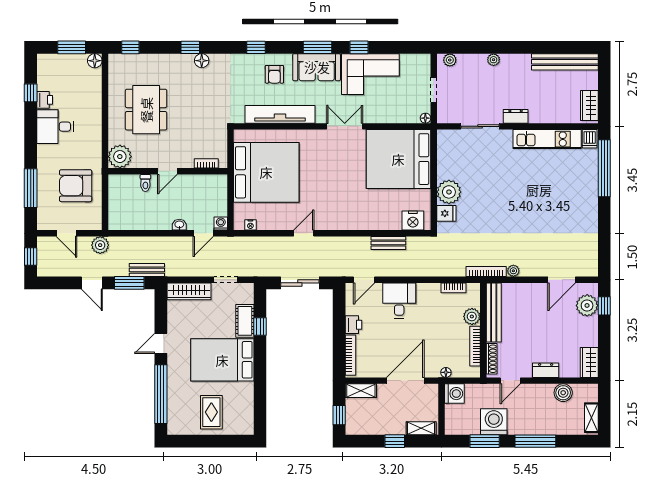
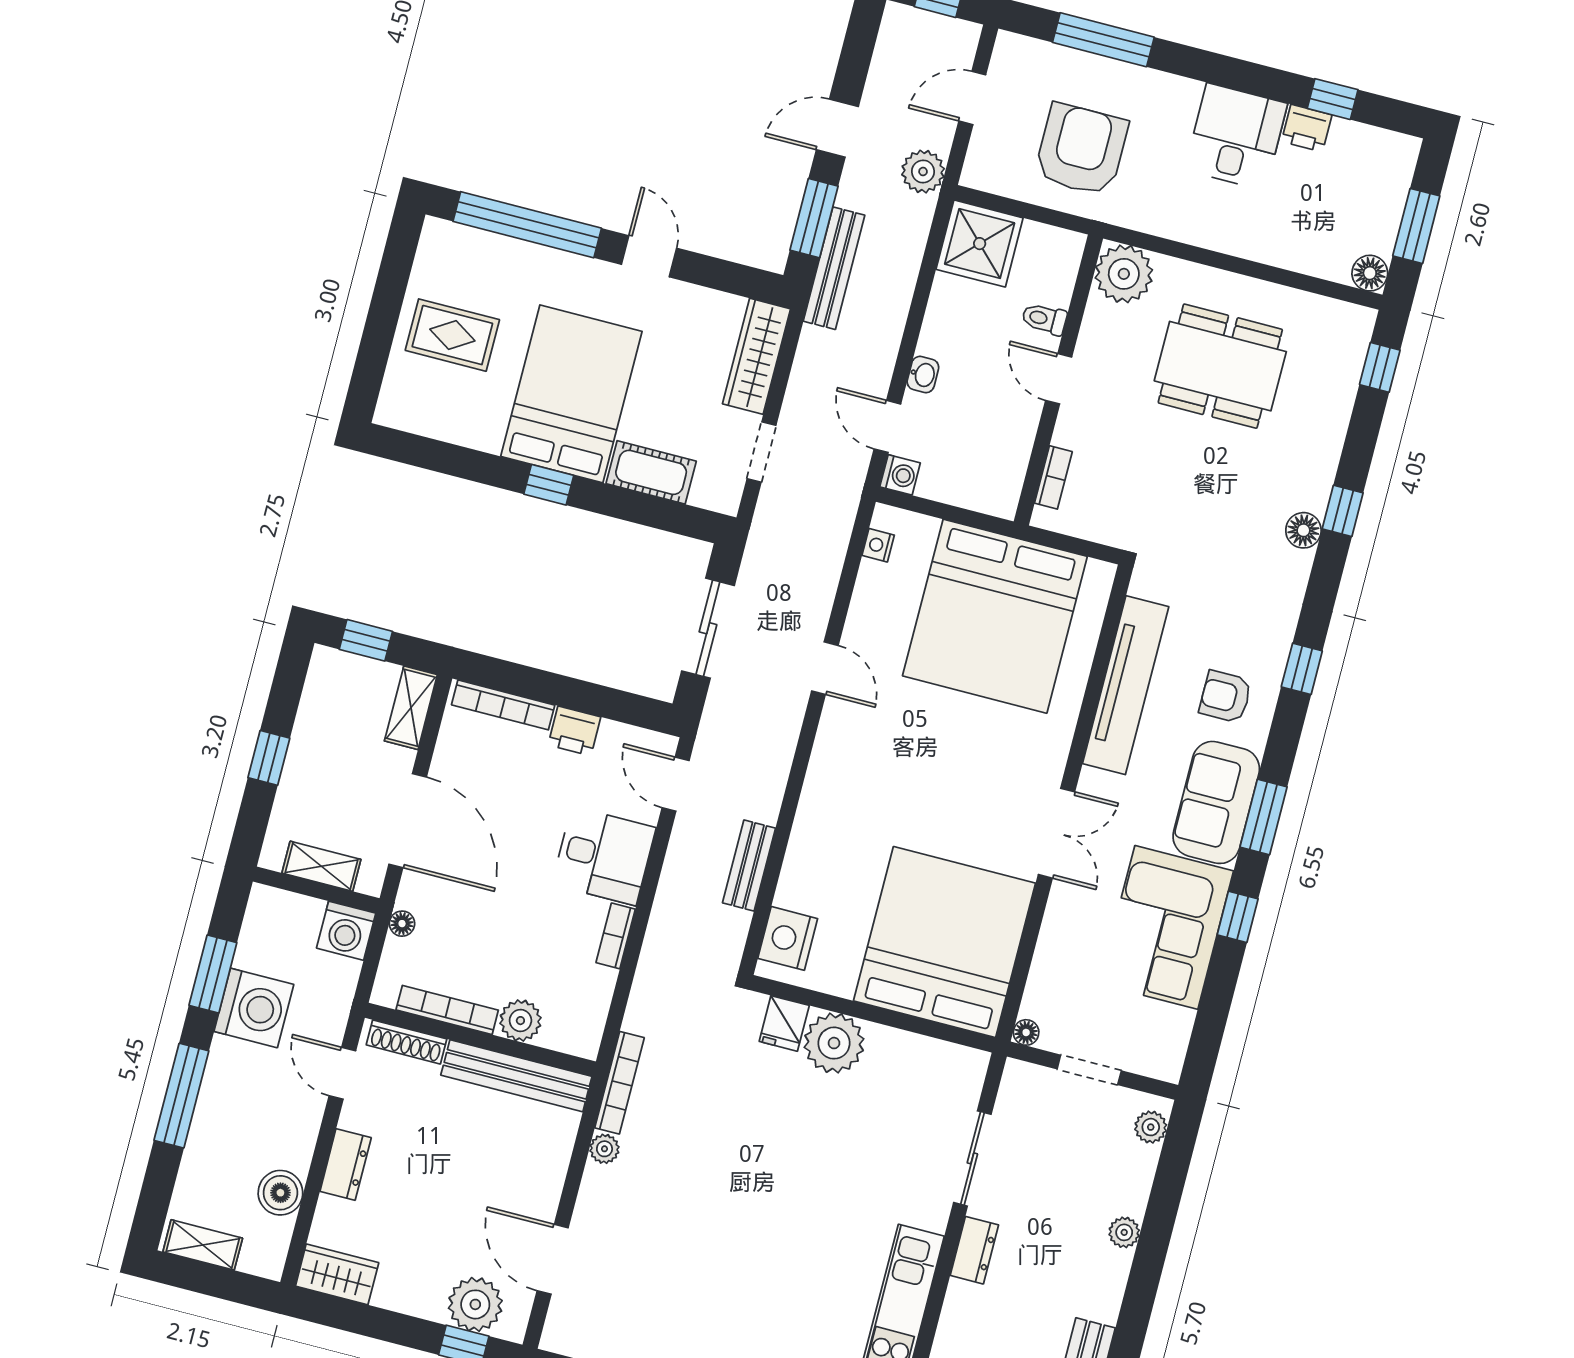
shower: (123, 216) -> (980, 244), added
bench: (147, 270) -> (834, 268), width x1.36
bookcase: (454, 288) -> (616, 936), moved
window: (260, 327) -> (549, 485), moved
shelving: (421, 428) -> (321, 866), moved, turned 90

